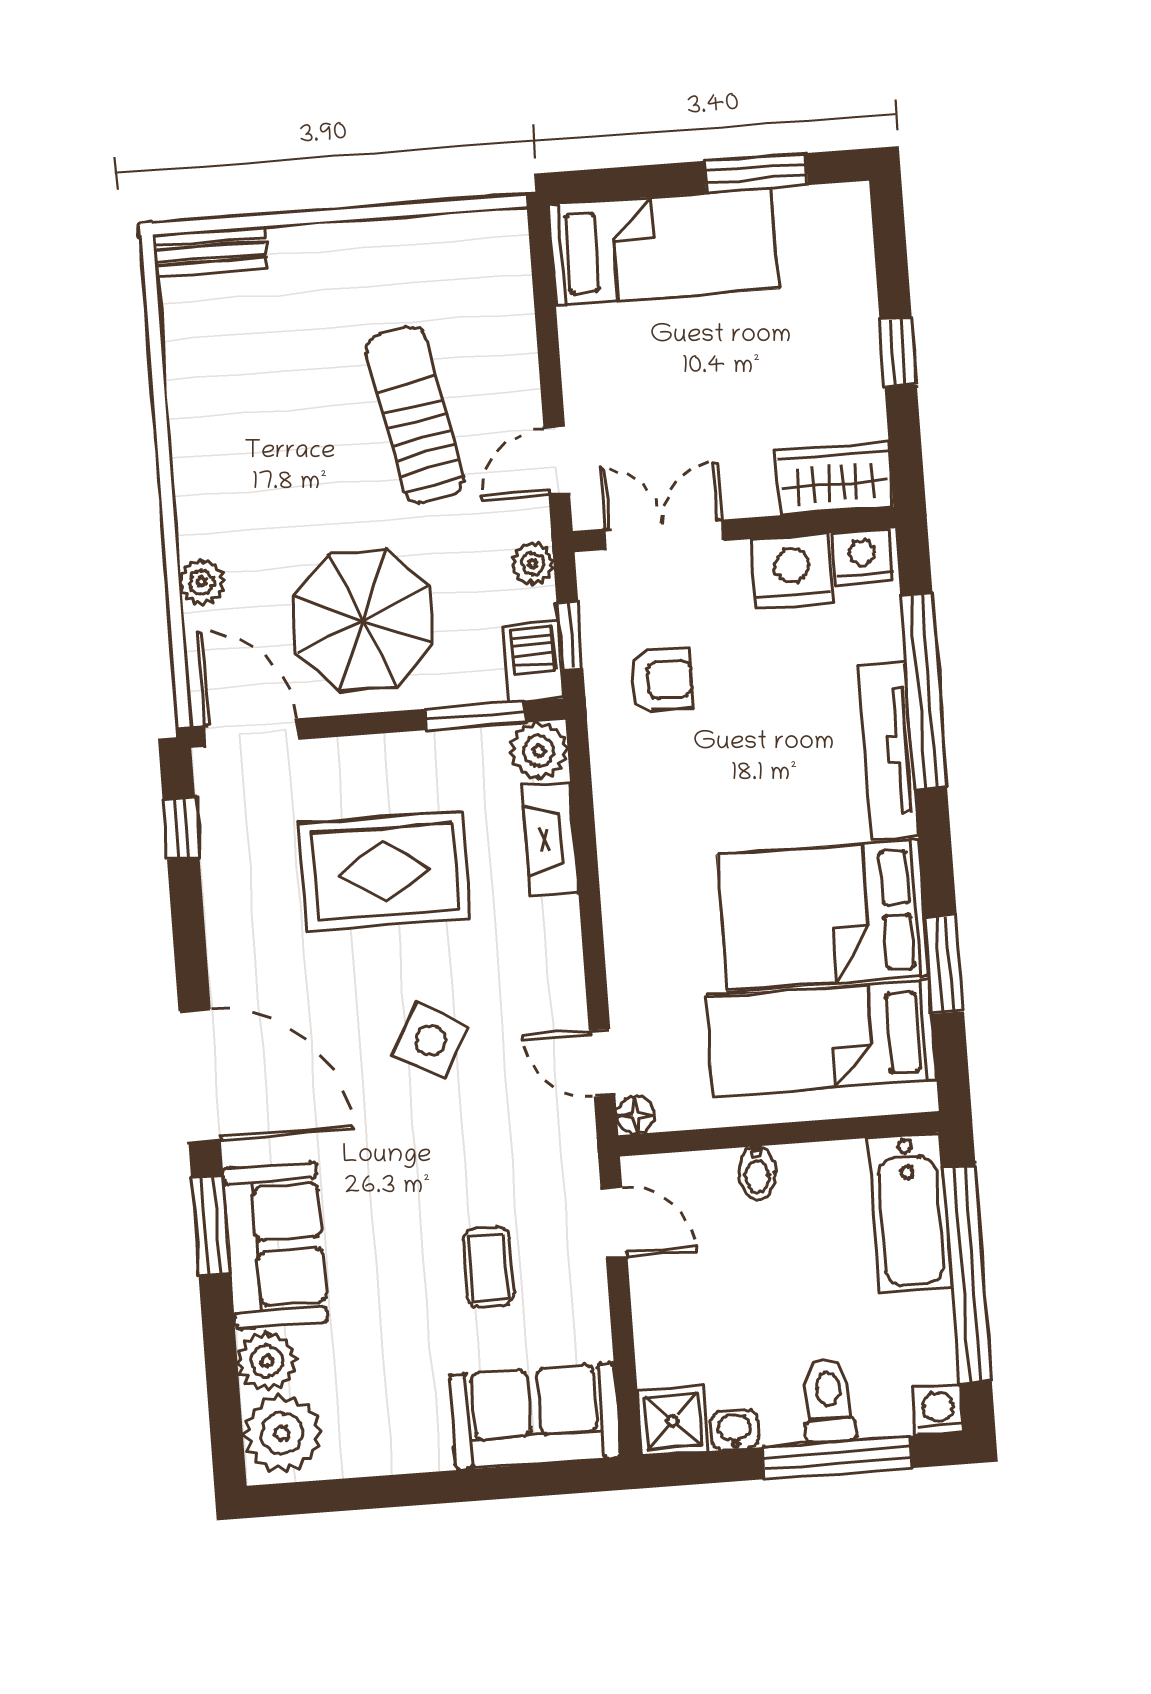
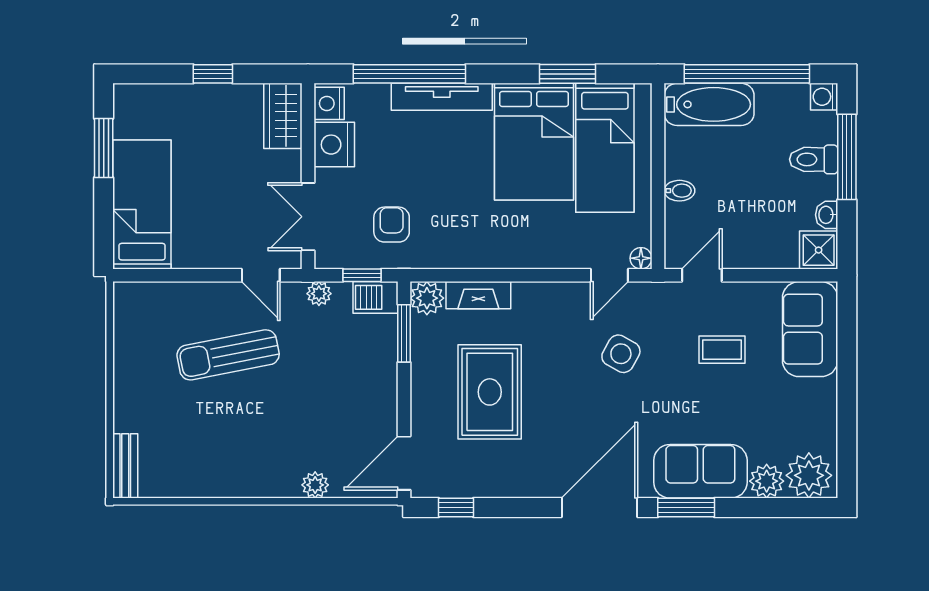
parasol: (363, 620) -> (344, 394), removed
side table: (431, 1041) -> (621, 354), moved

